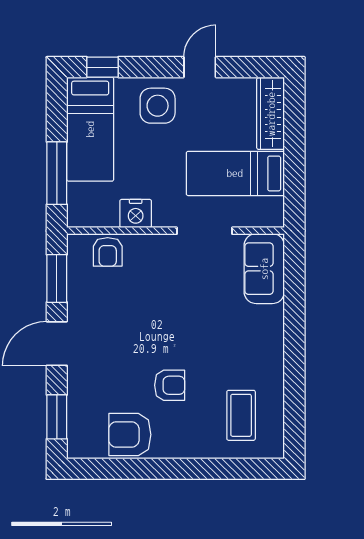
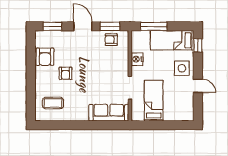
wardrobe: (271, 114) -> (179, 115), removed
armchair: (108, 252) -> (111, 40), moved
sofa: (264, 269) -> (109, 113), width x1.36
armchair: (130, 435) -> (45, 57), turned 180

